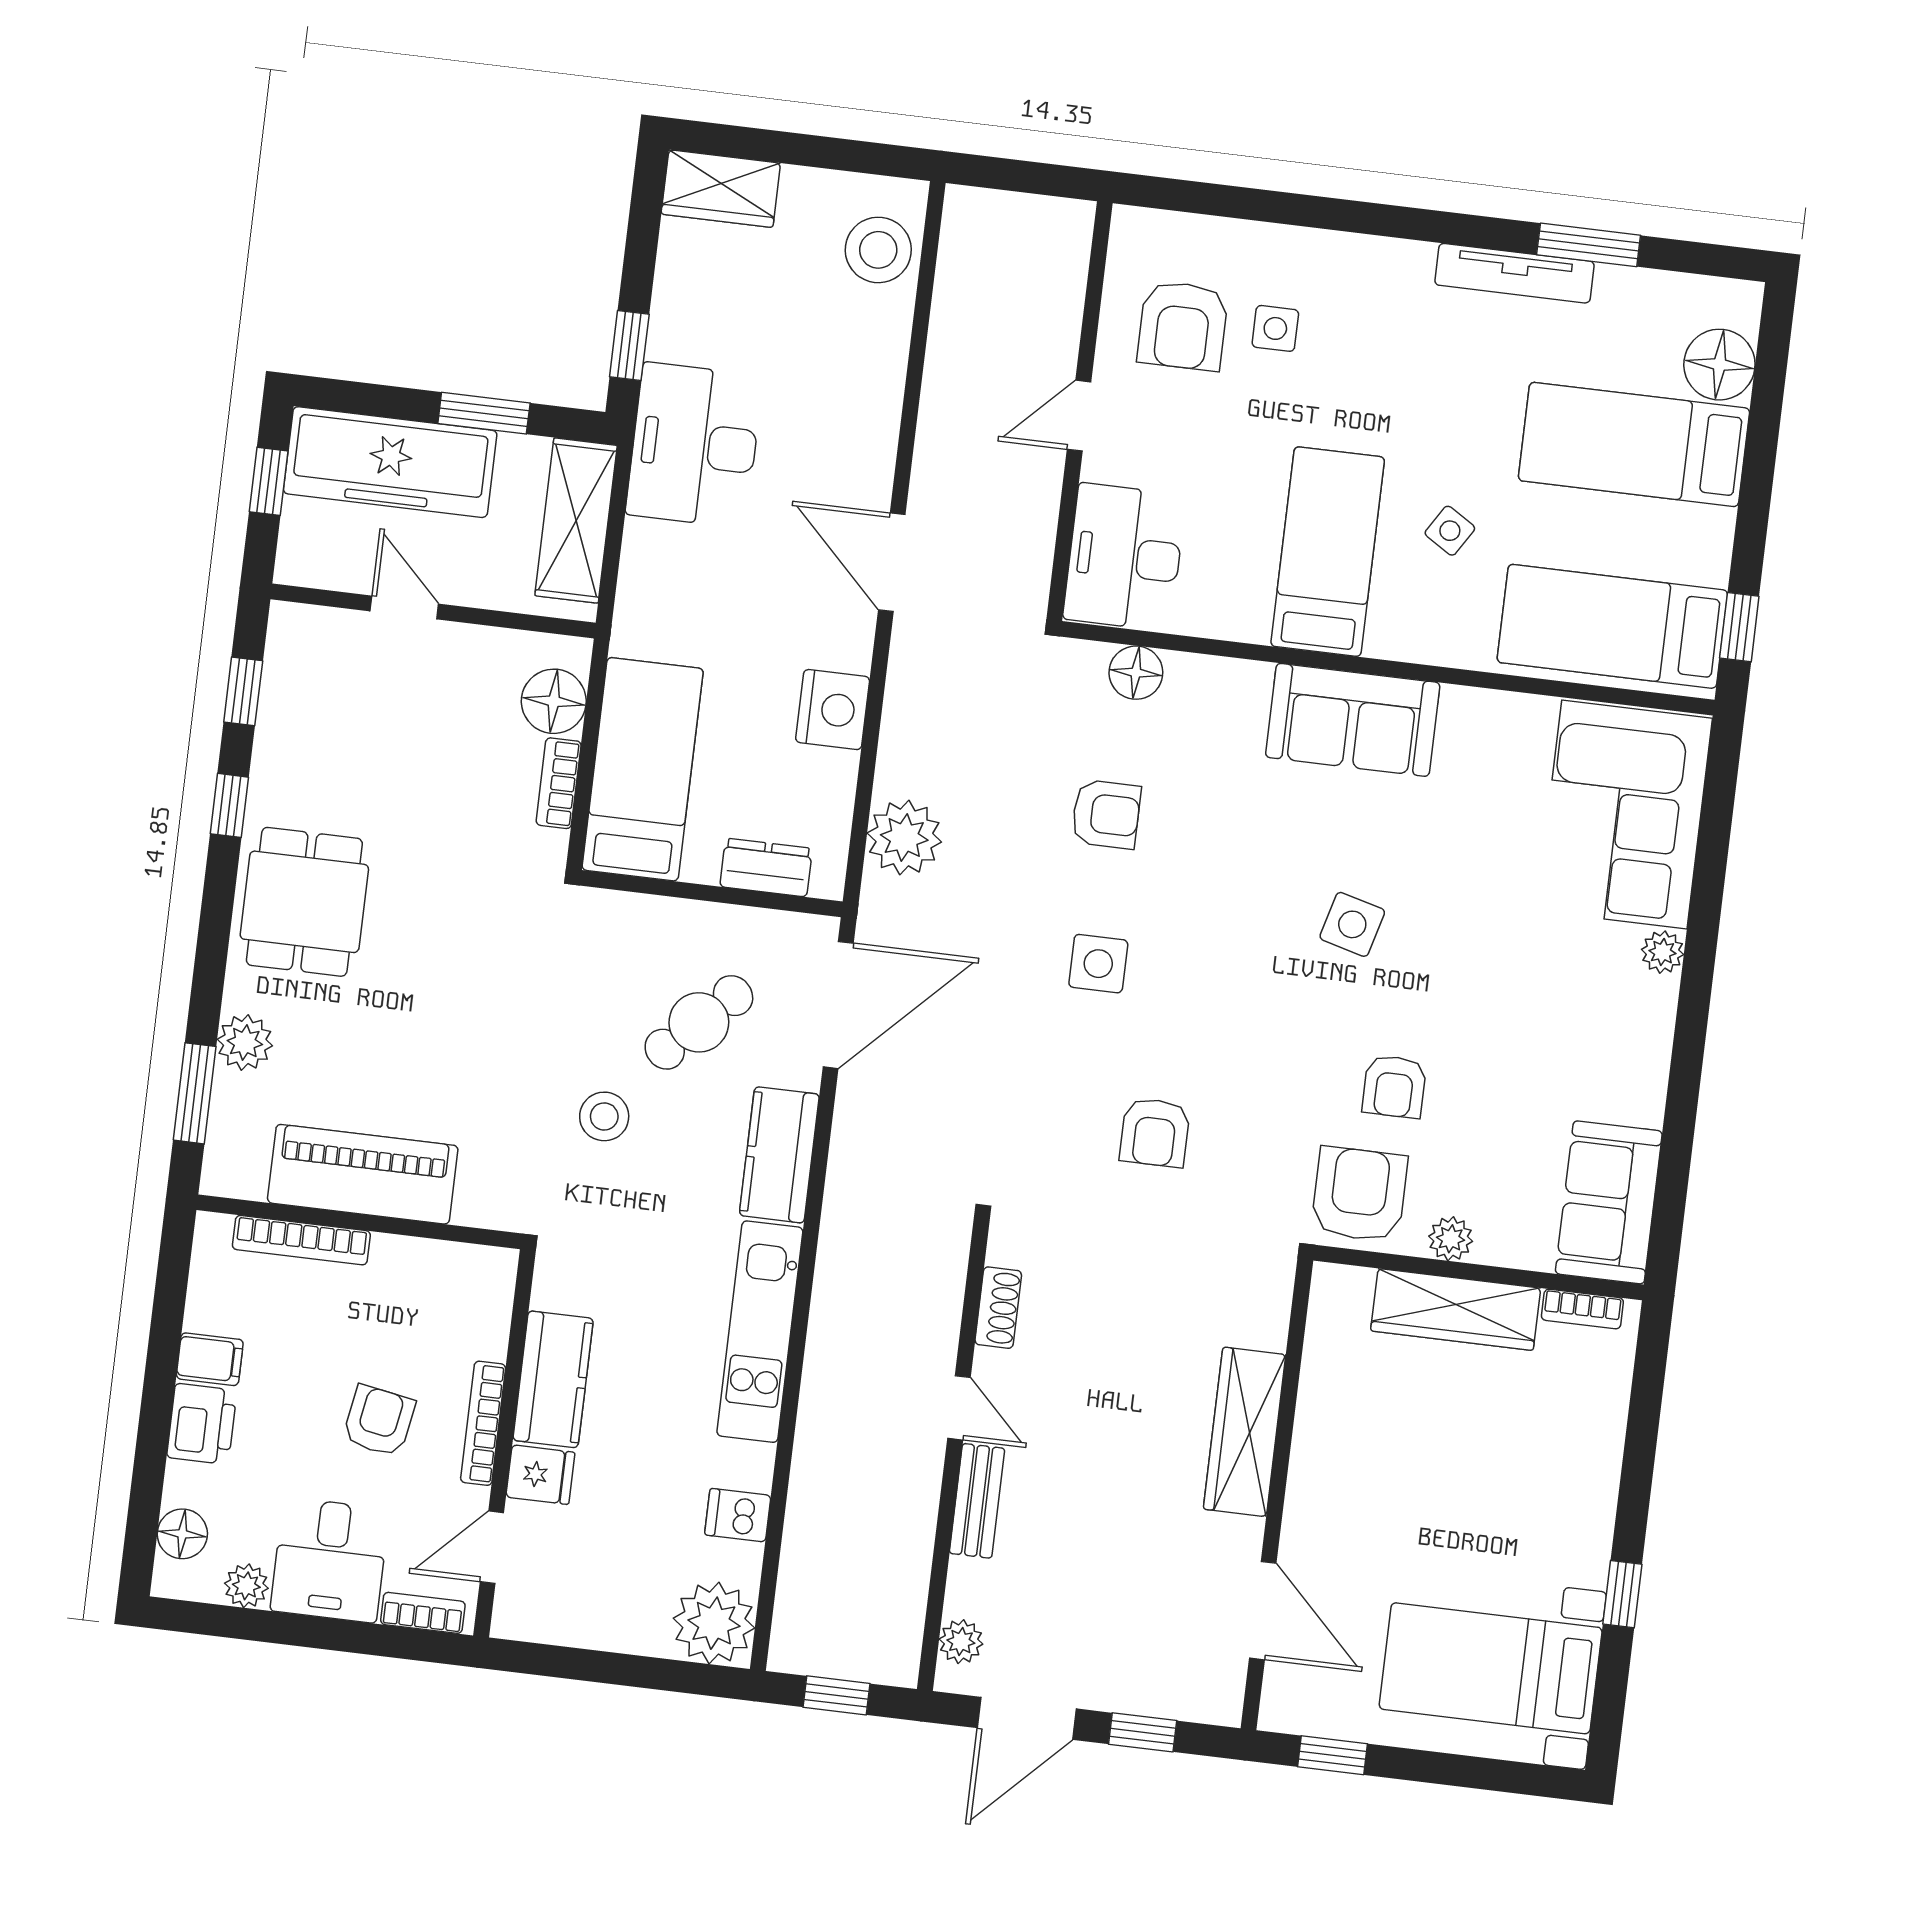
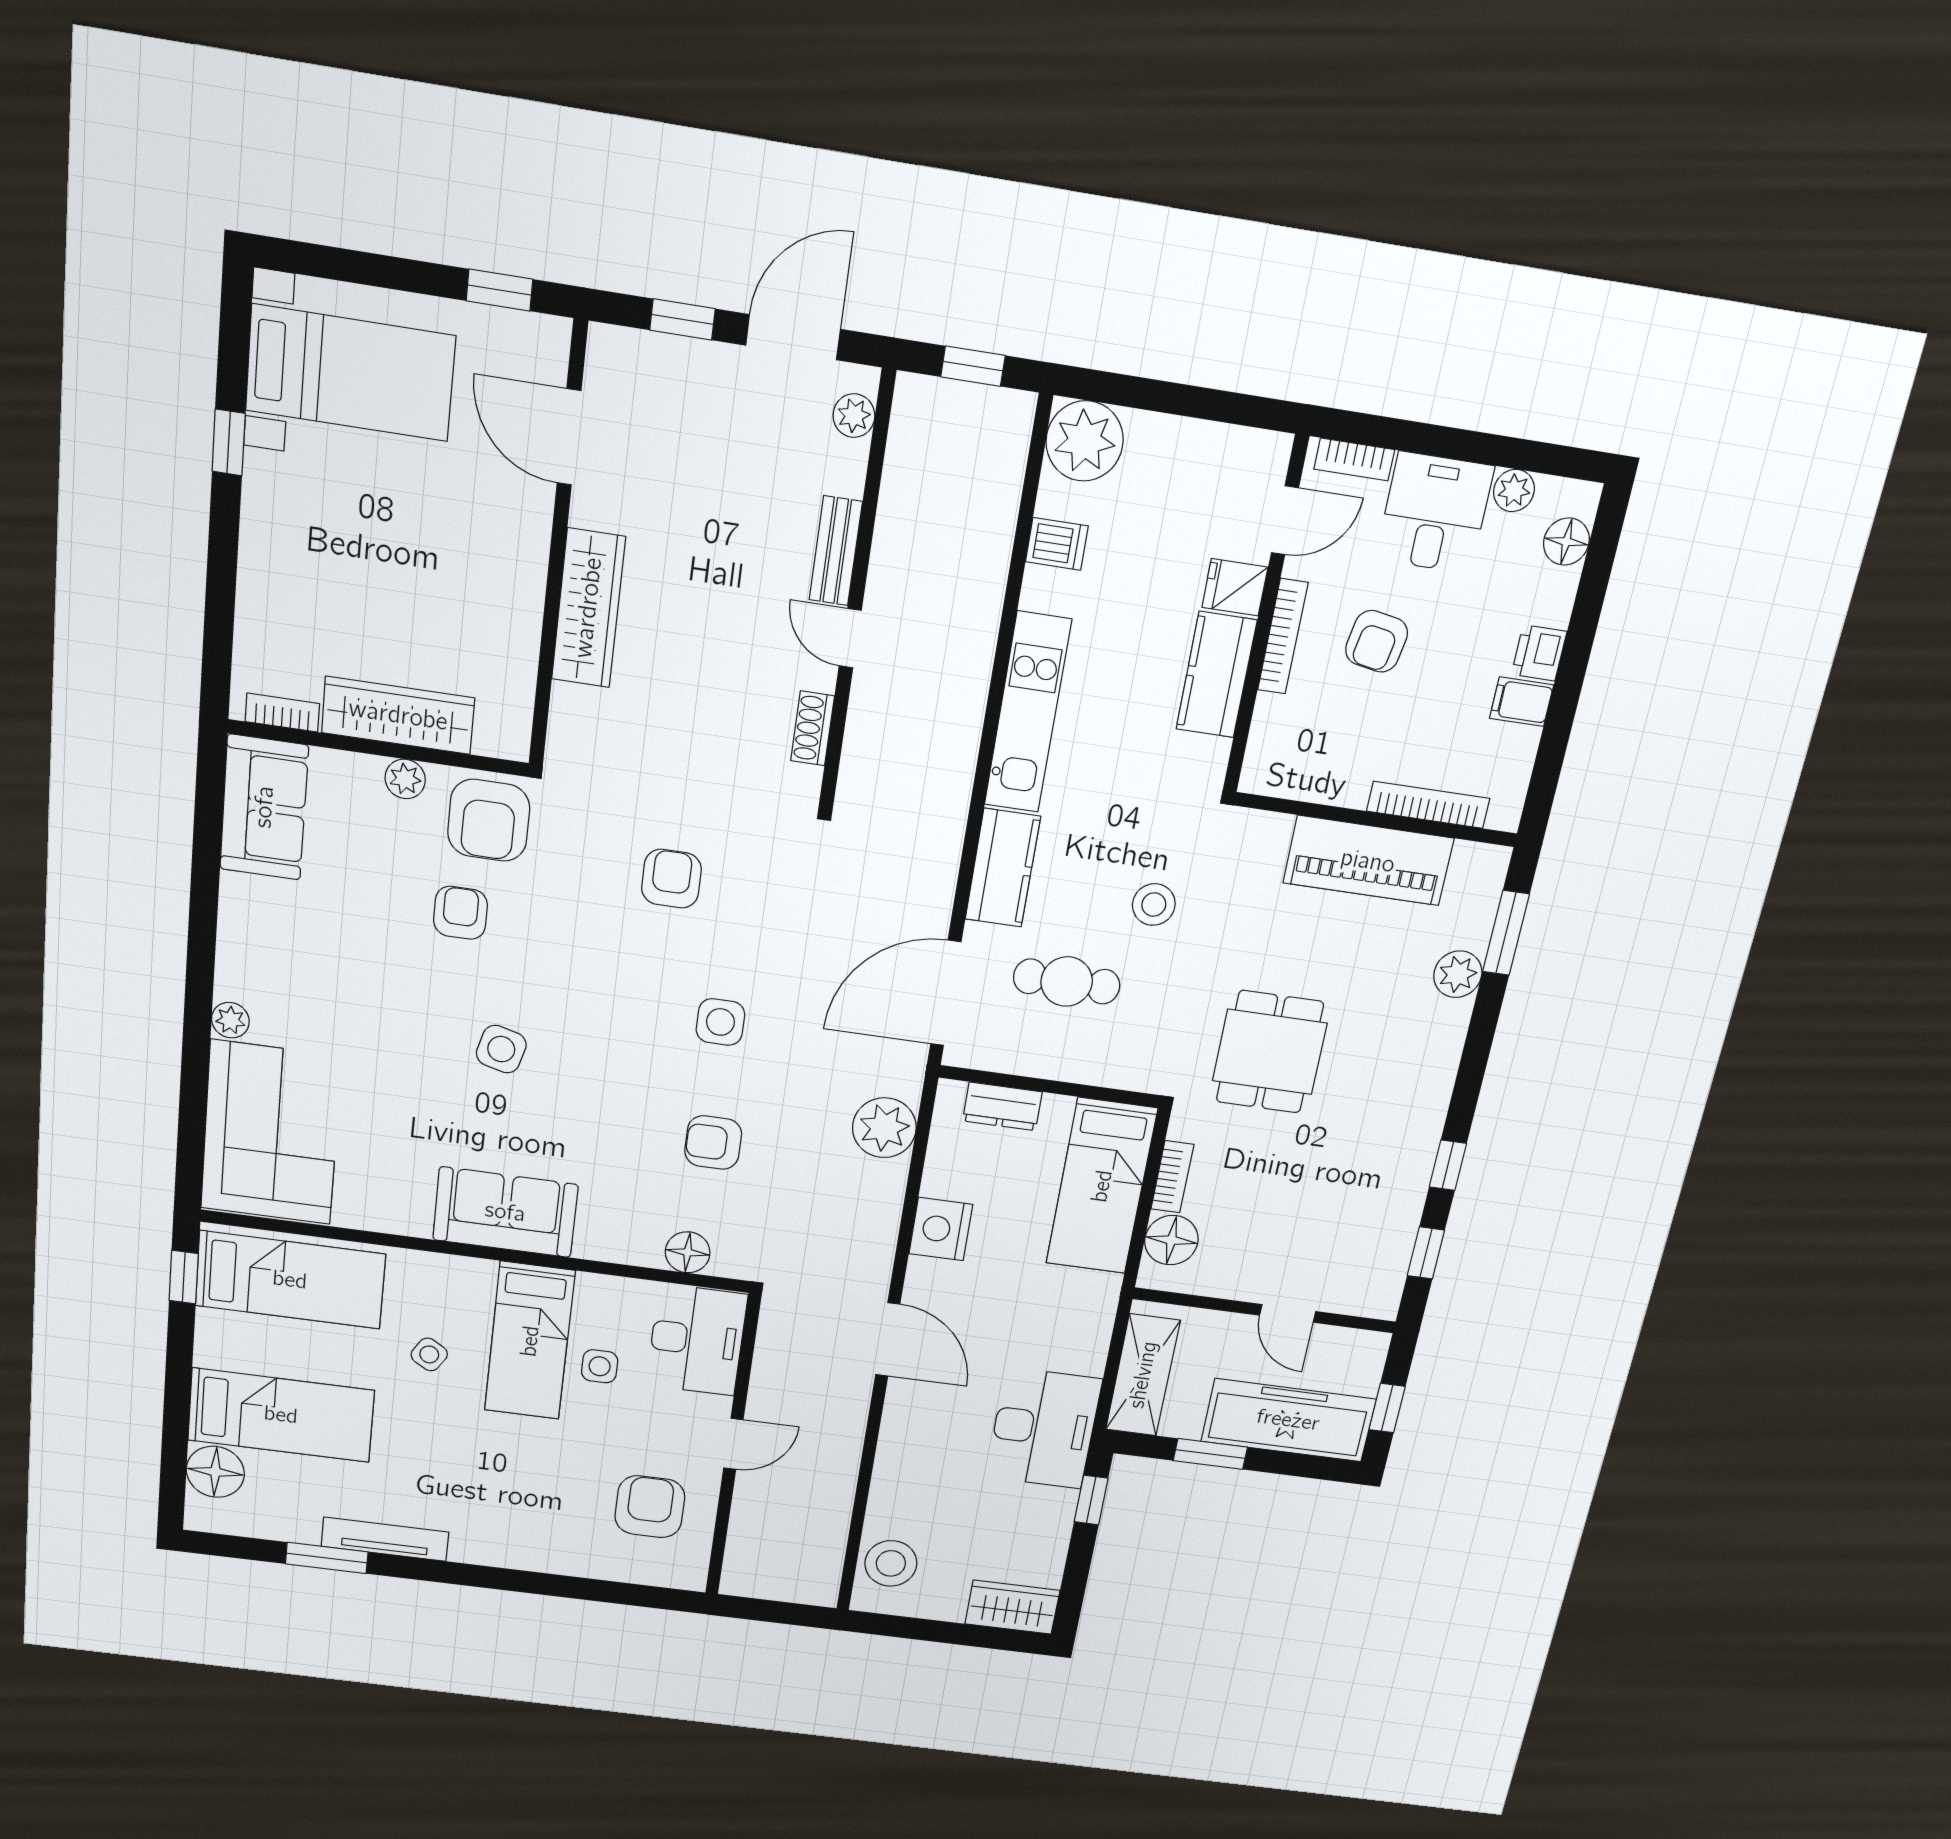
side table: (1275, 328) -> (600, 1366), moved
dining table: (304, 902) -> (1270, 1052), moved
cafe table: (699, 1022) -> (1067, 982), turned 45
printer: (202, 1424) -> (1539, 653), width x0.73, depth x0.81

